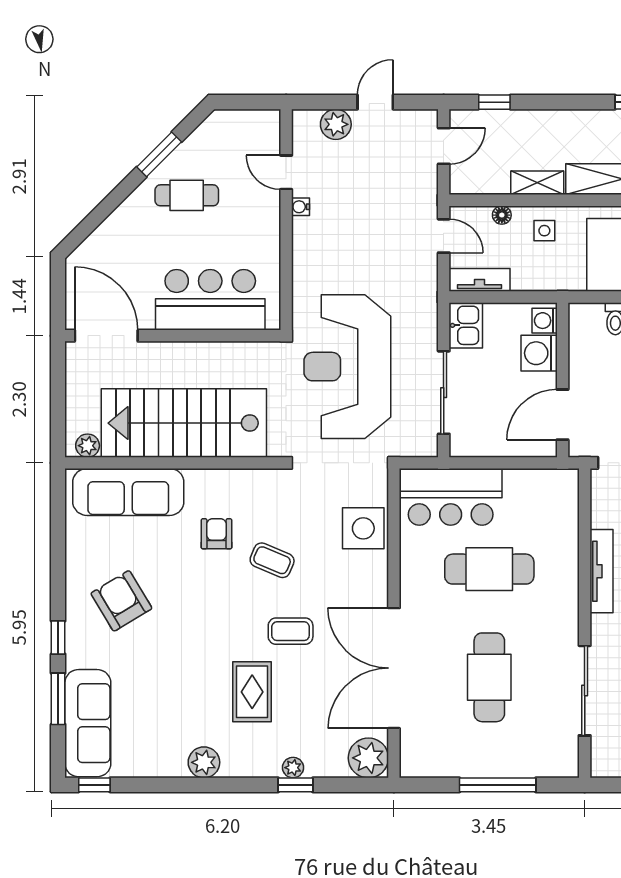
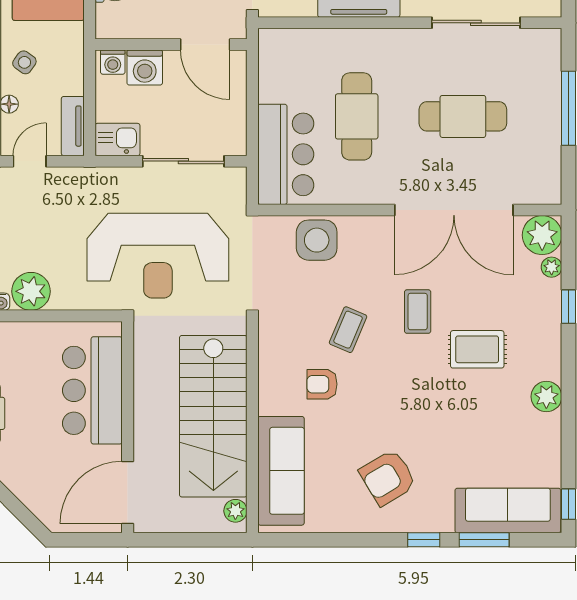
side table: (544, 231) -> (24, 62), turned 36
plant: (311, 237) -> (31, 291), added
plant: (293, 768) -> (552, 267), moved

